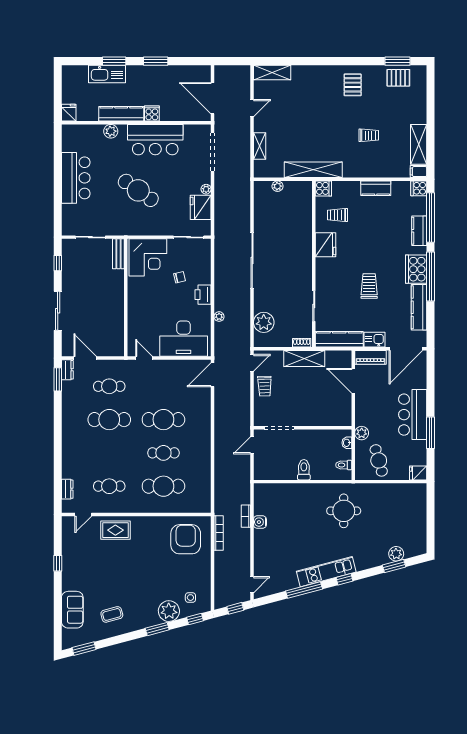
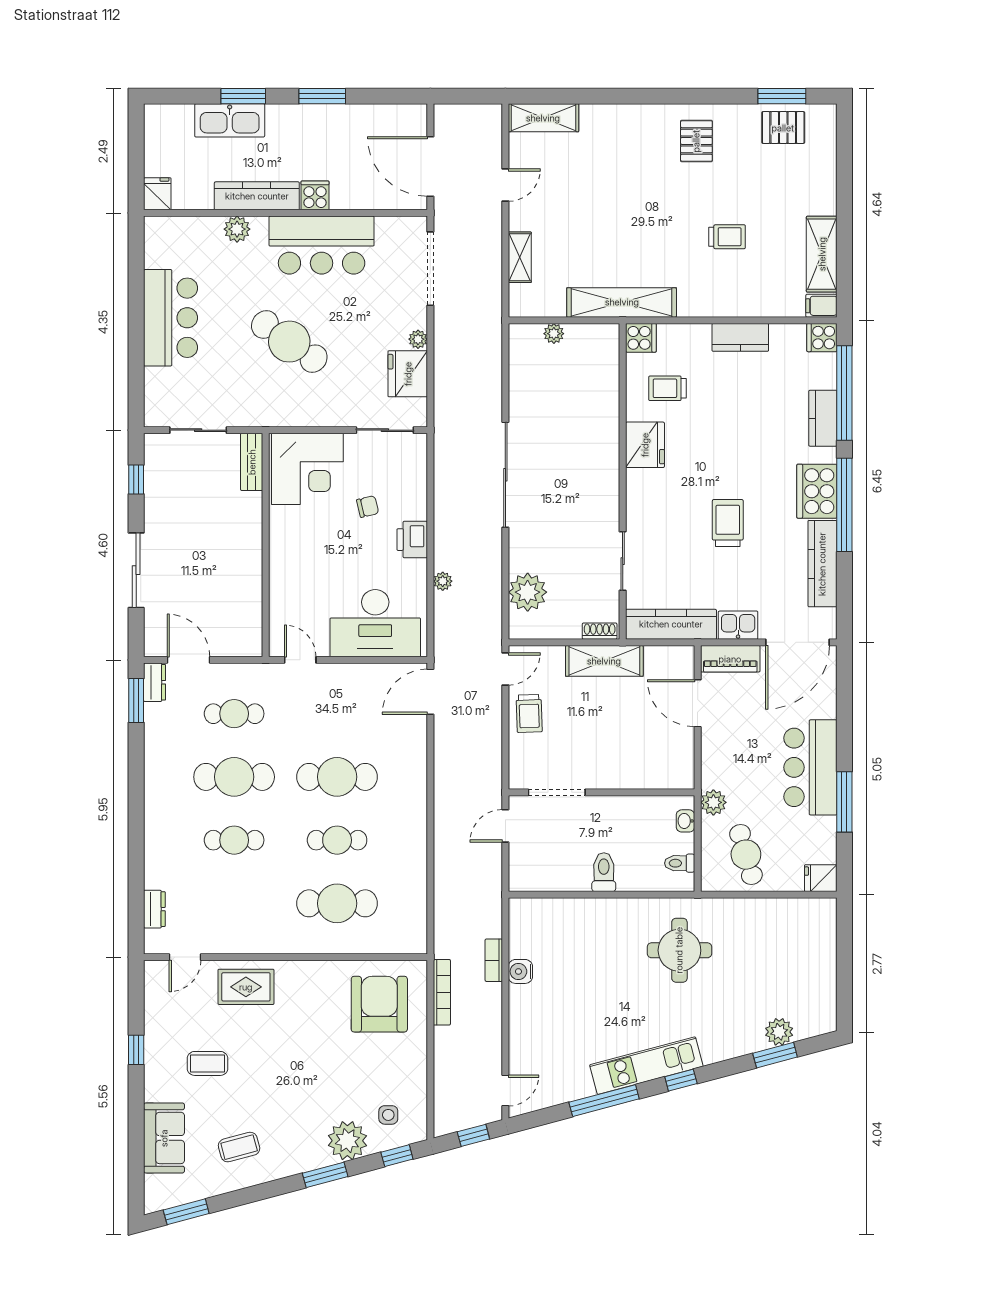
cafe table: (109, 486) -> (234, 840), moved
coffee table: (95, 570) -> (207, 1063), added

